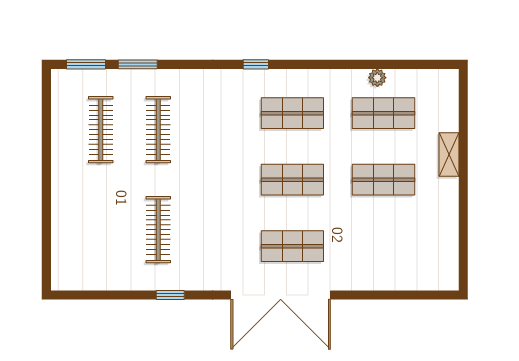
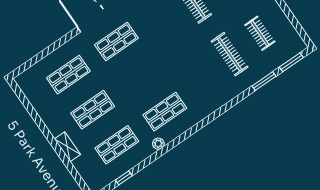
window: (256, 64) -> (124, 178), moved
plant: (377, 78) -> (158, 144), moved
clothes rail: (101, 130) -> (260, 33), width x0.73
shop shelf: (292, 180) -> (68, 75), moved

